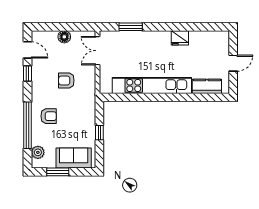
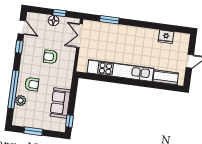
window: (70, 27) -> (59, 13), added
fridge: (180, 38) -> (166, 37), moved
window: (99, 133) -> (70, 121), moved
plant: (38, 152) -> (21, 101), moved
sofa: (74, 158) -> (60, 103), moved, turned -90

